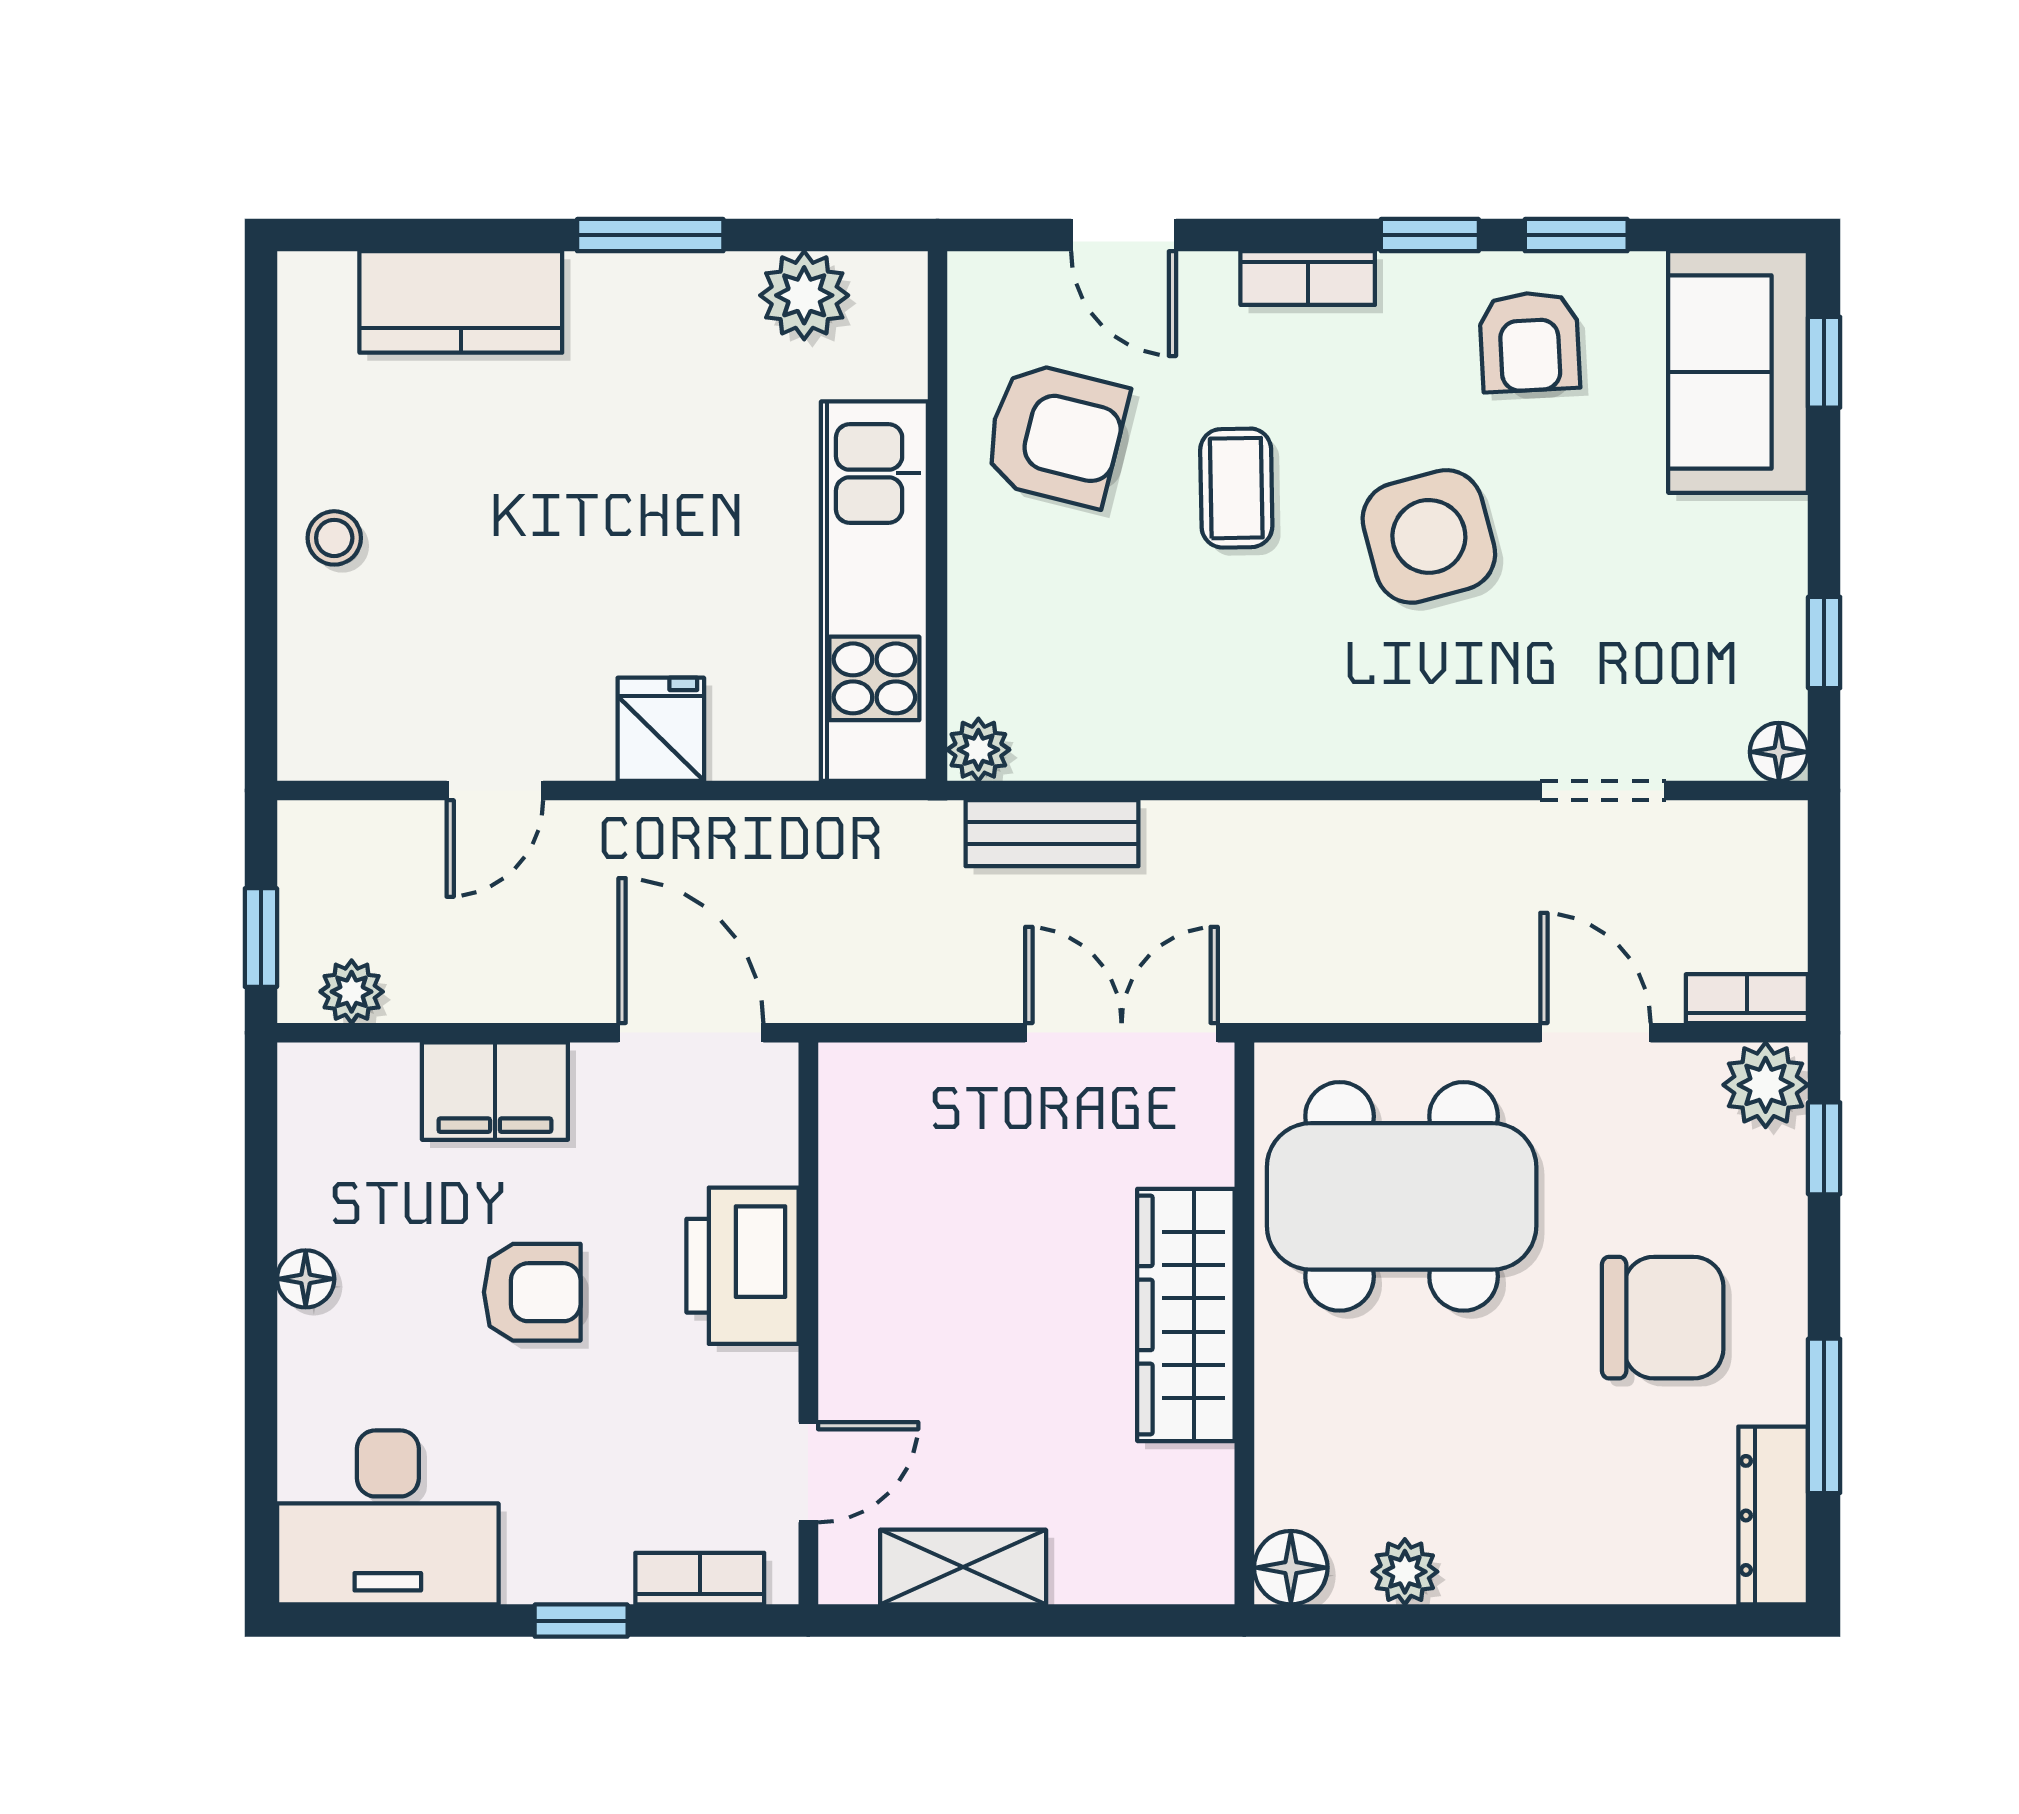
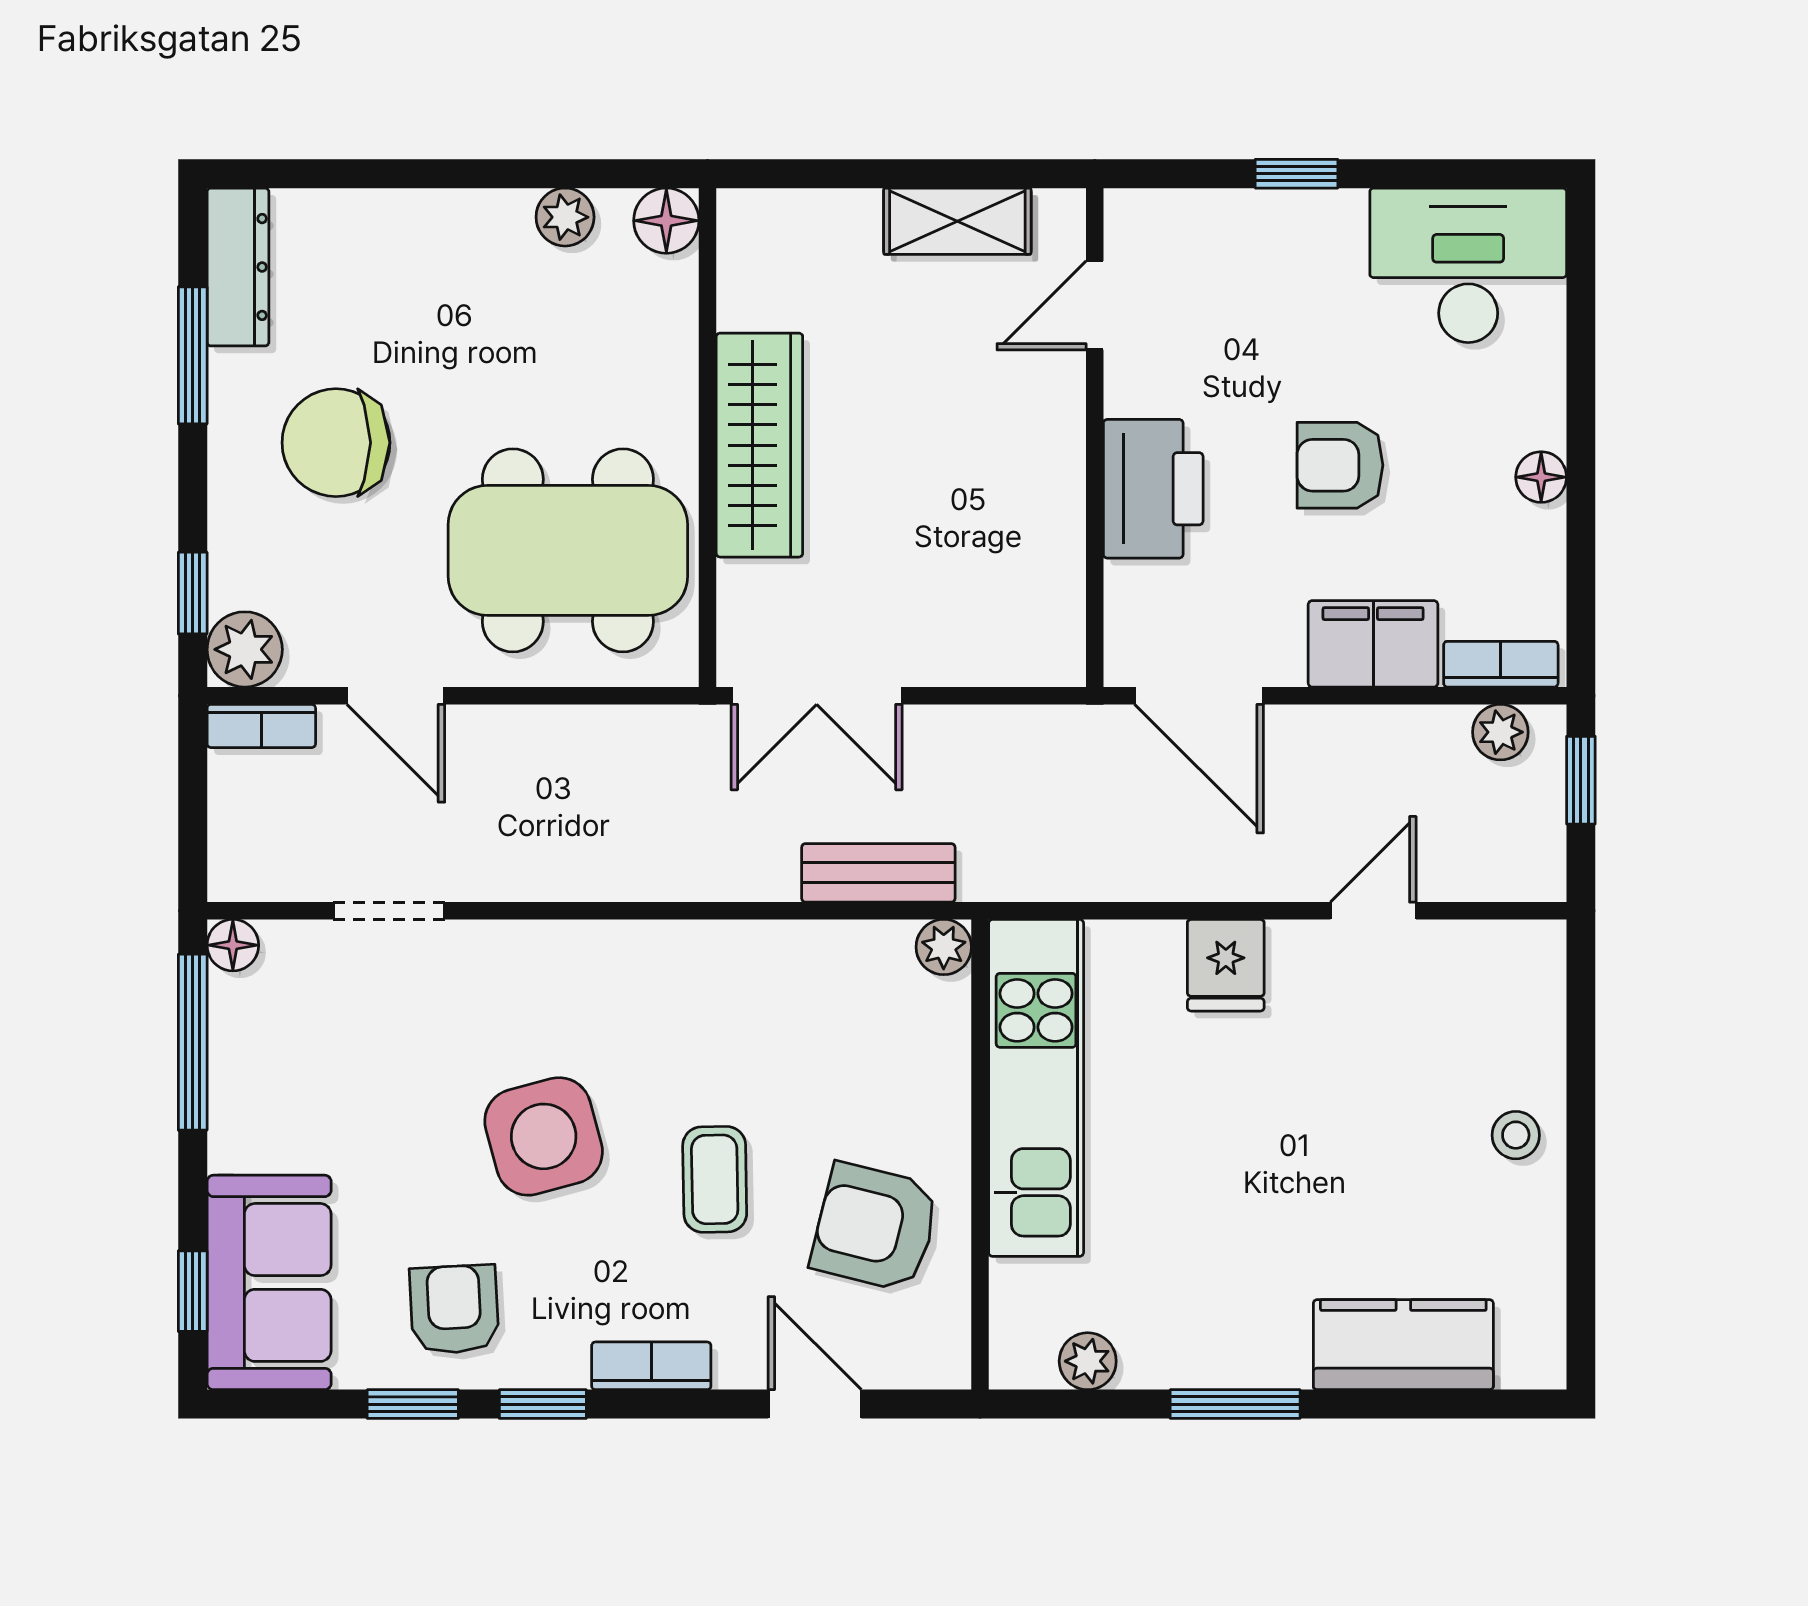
plant: (804, 295) -> (1088, 1361), width x0.73, depth x0.73
window: (1824, 642) -> (193, 1042), width x2.17
bookcase: (700, 1579) -> (1501, 664), moved, turned 180

